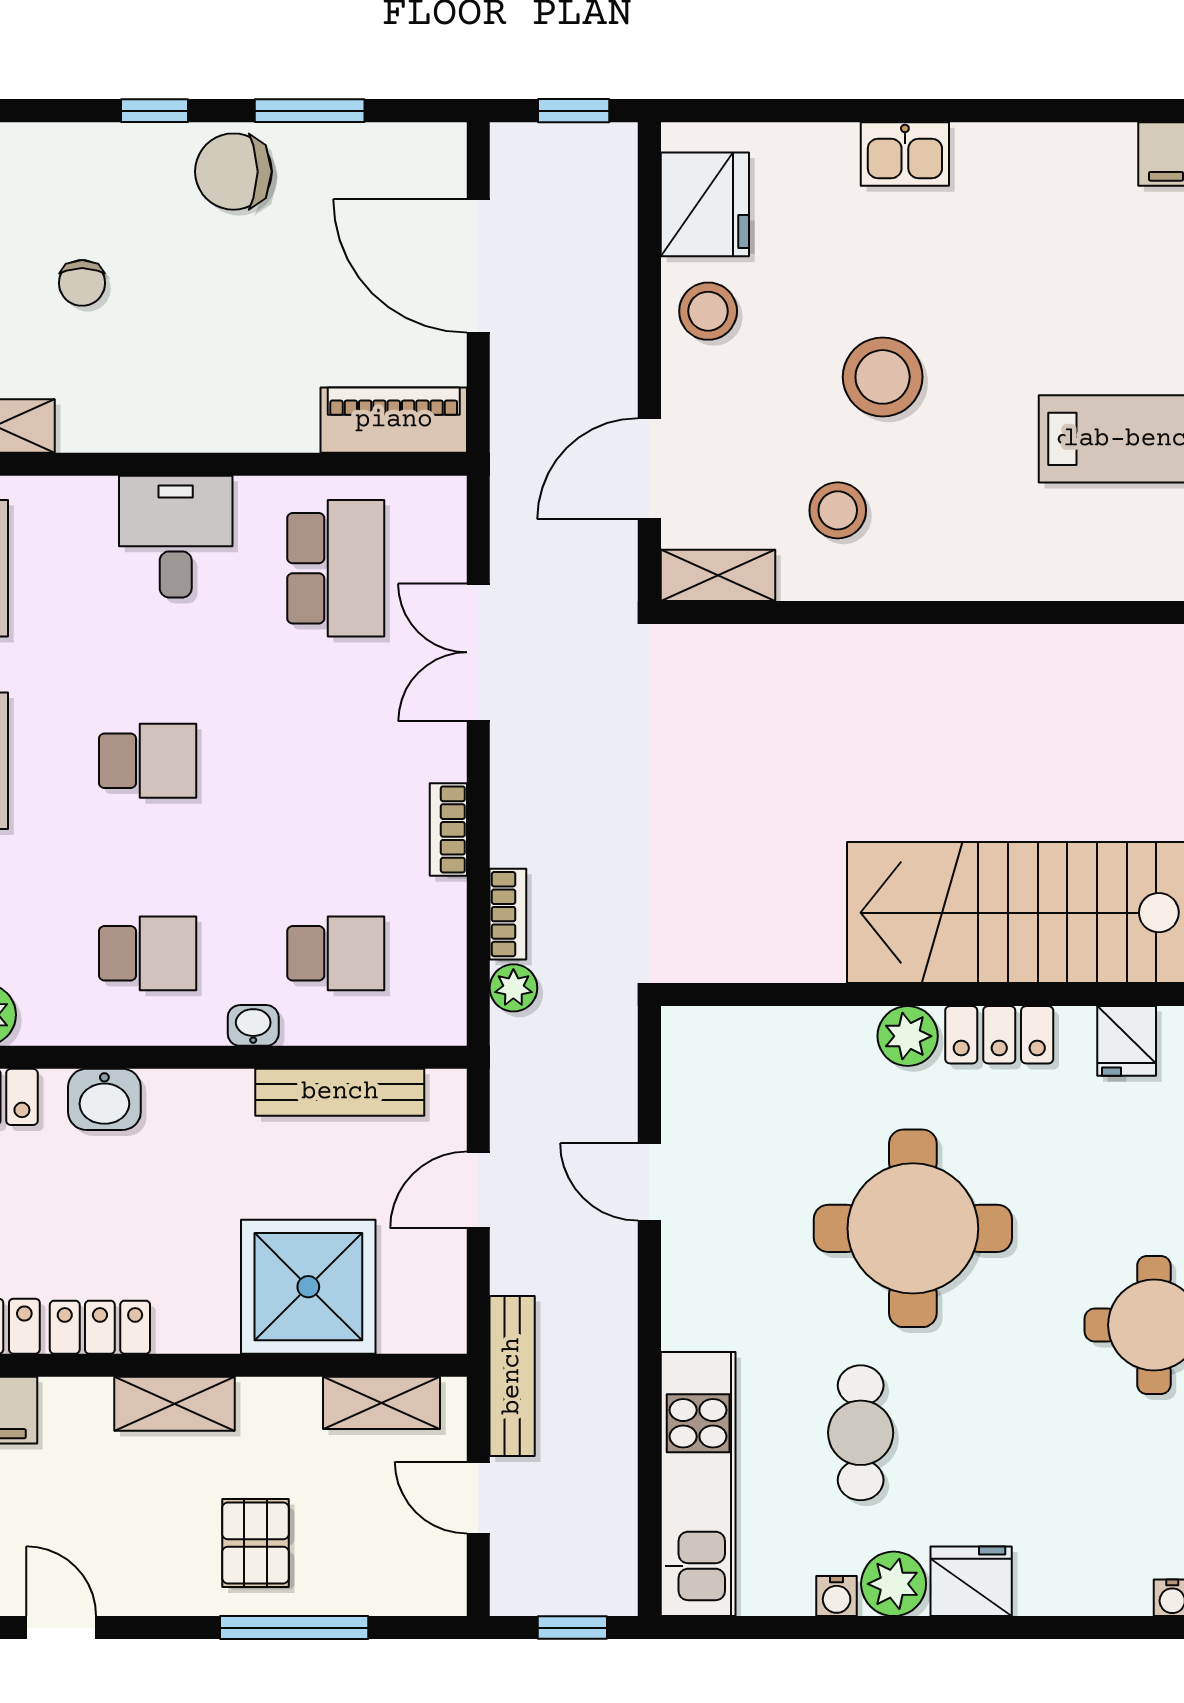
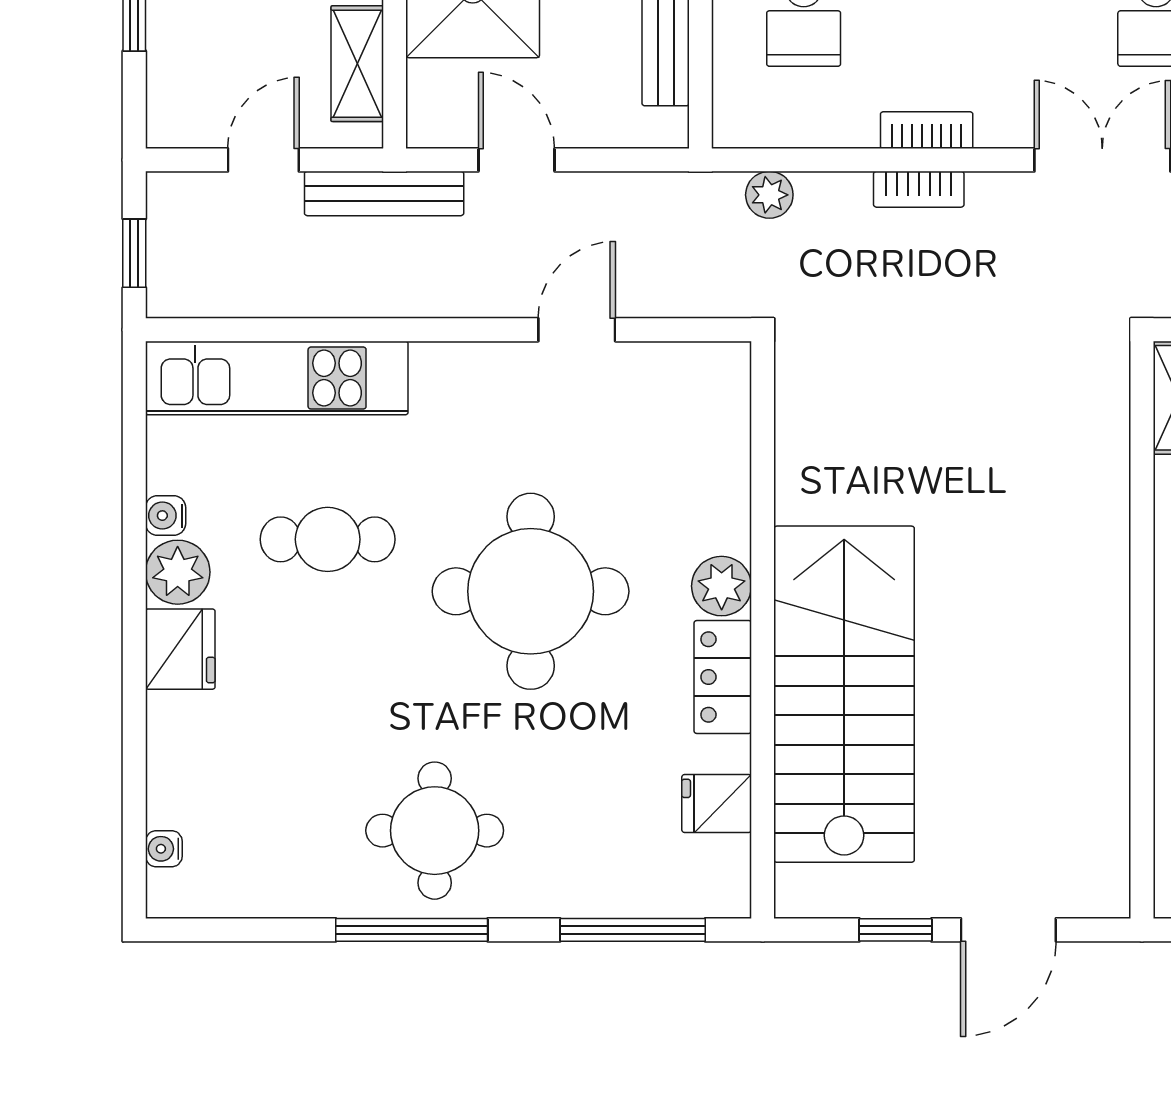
bookcase: (508, 914) -> (919, 189), moved
door: (478, 1190) -> (516, 160), moved

